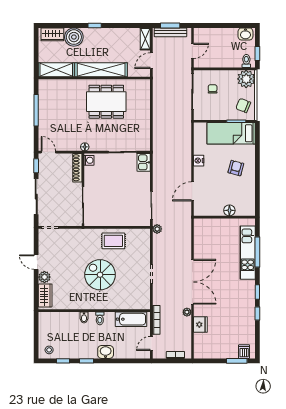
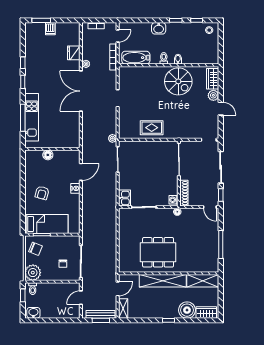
nightstand: (199, 161) -> (75, 188), moved
spiral stairs: (100, 275) -> (178, 81), moved
dishwasher: (244, 352) -> (50, 29), moved

